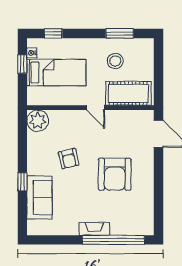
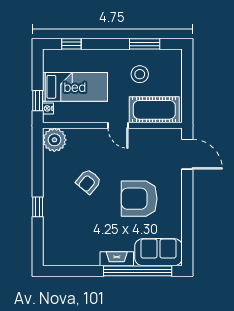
nightstand: (32, 53) -> (48, 108), moved
window: (22, 64) -> (38, 101), moved
armchair: (69, 159) -> (89, 182), turned 53
armchair: (115, 174) -> (139, 199), turned 90
sofa: (39, 197) -> (158, 252), moved, turned -90

